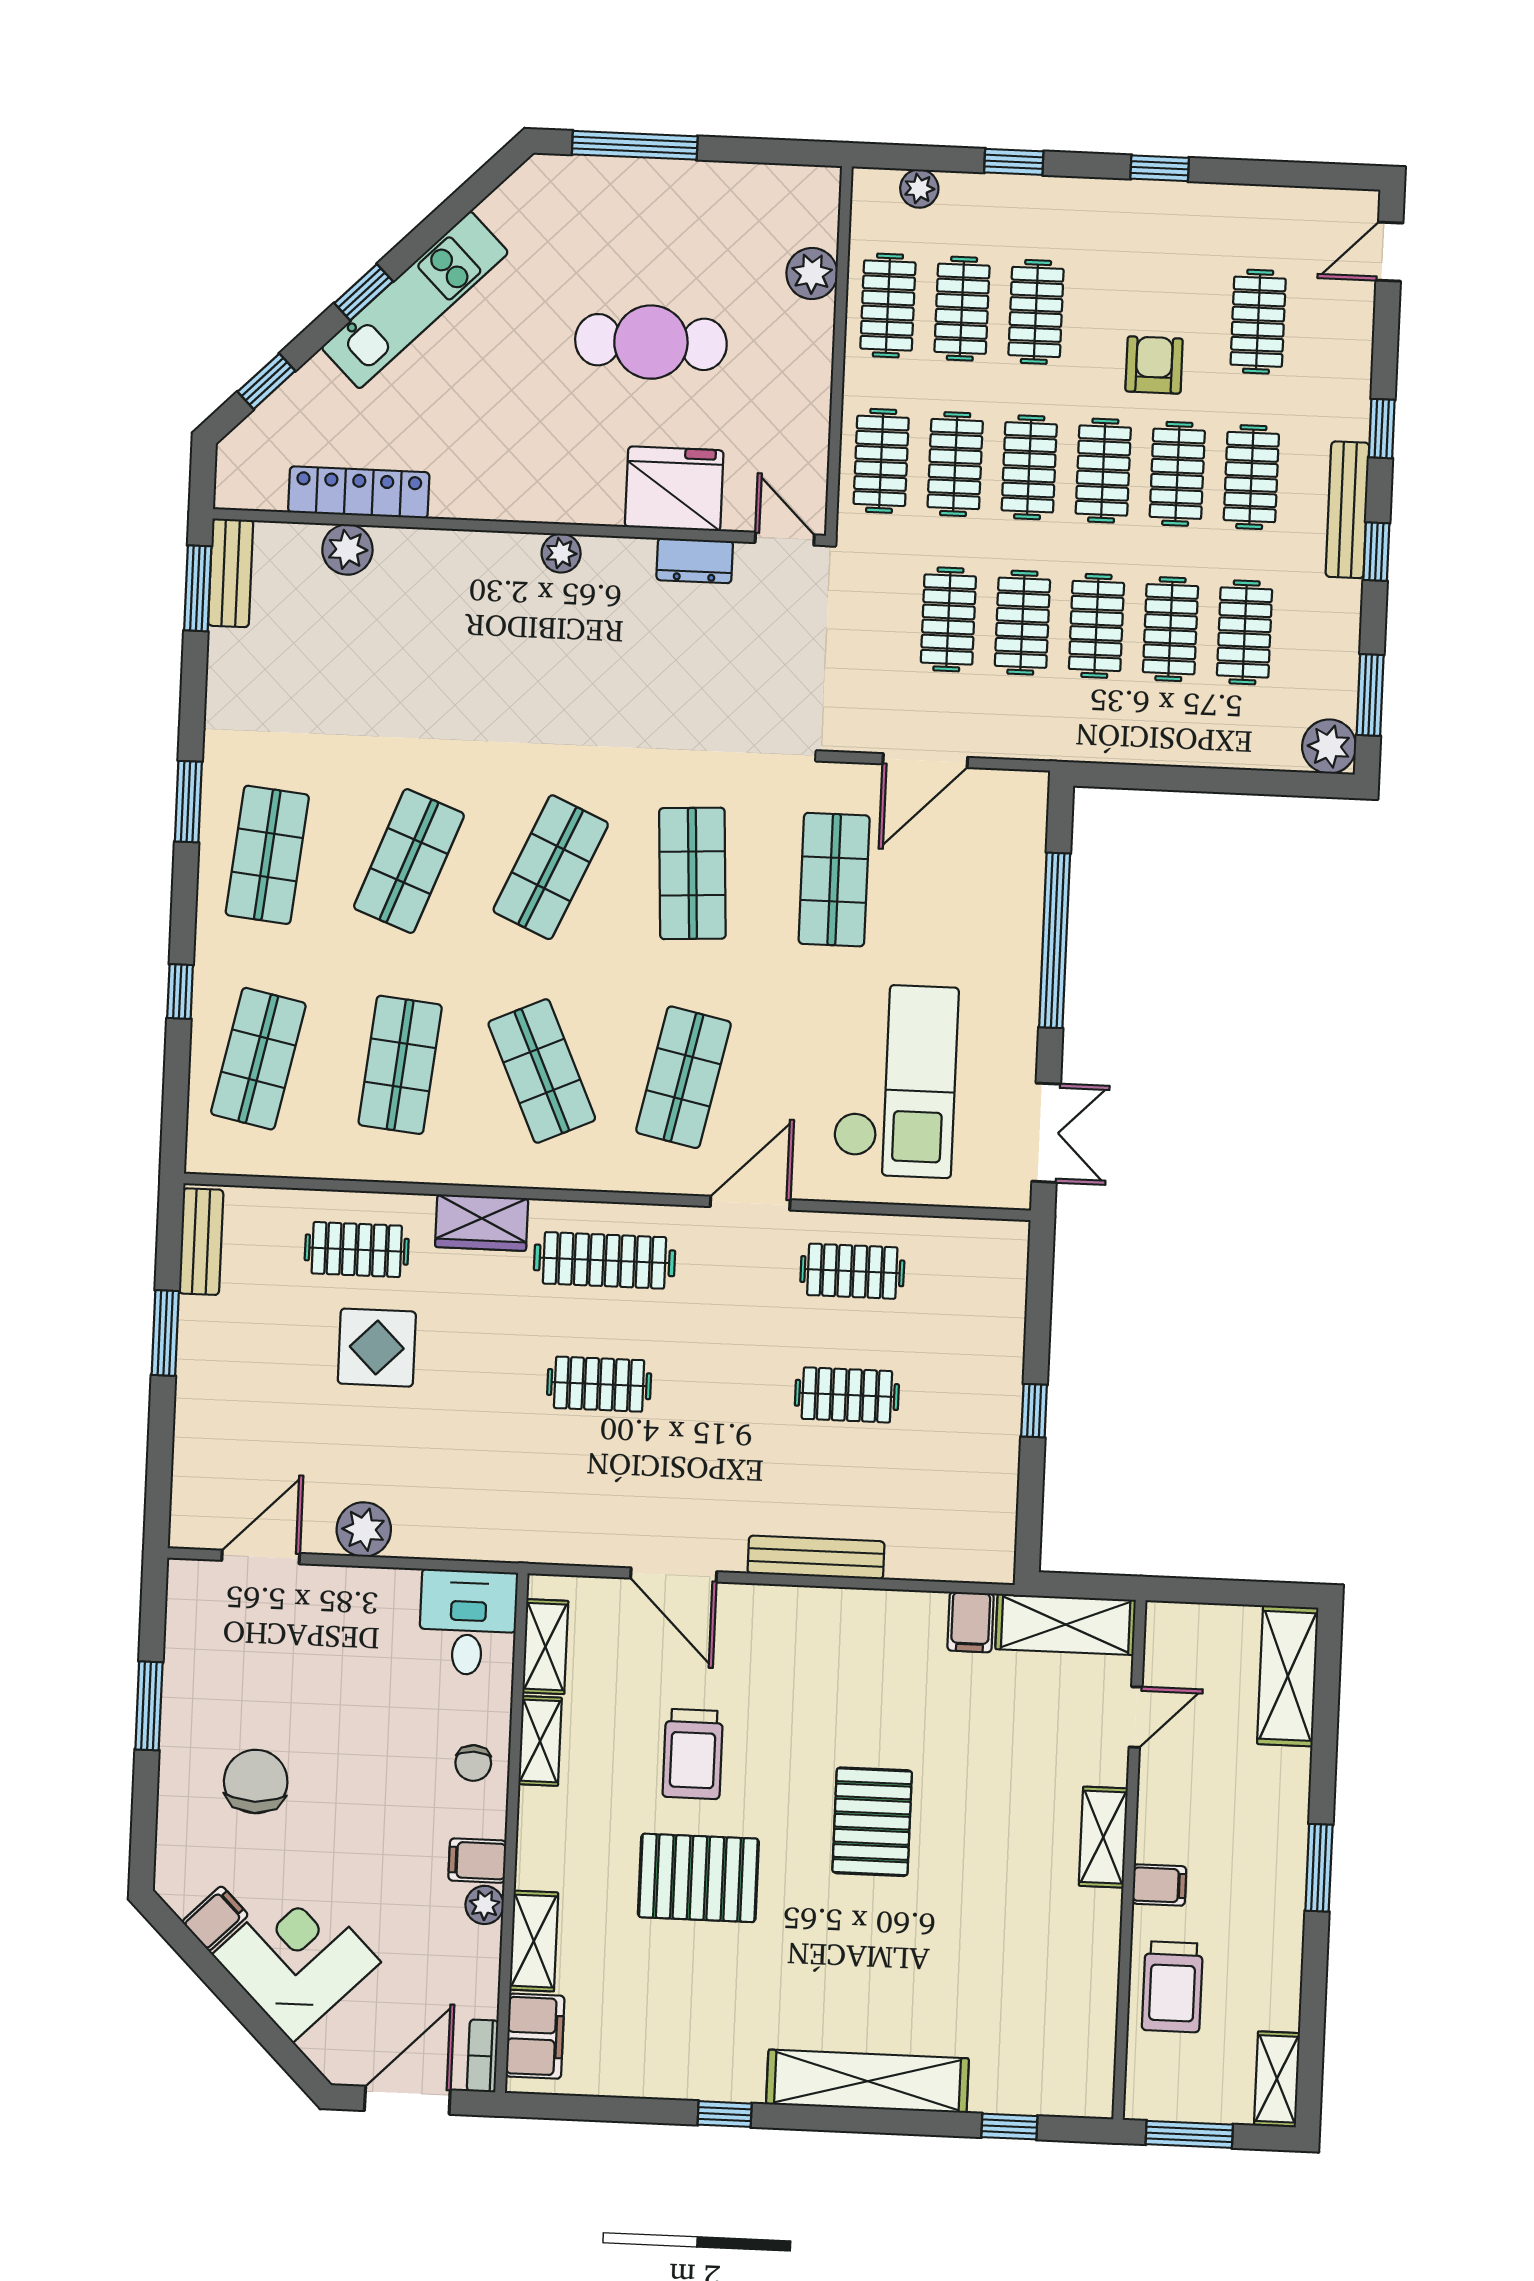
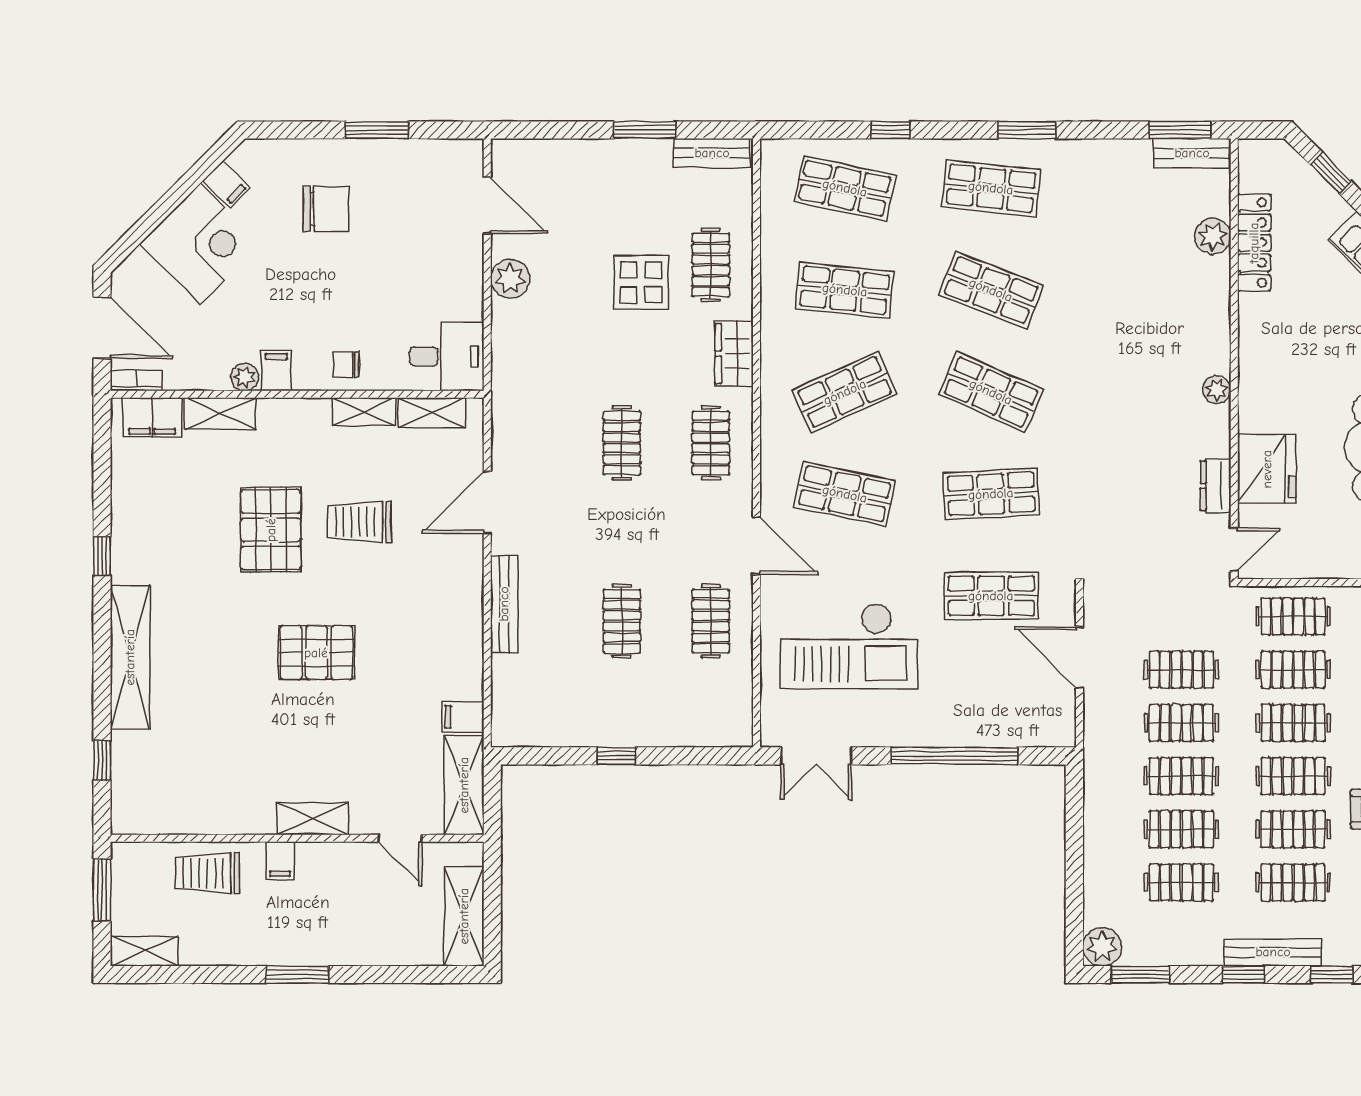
clothes rail: (604, 1260) -> (711, 443), width x0.73
shelving: (1288, 1676) -> (464, 916), moved, turned 90

